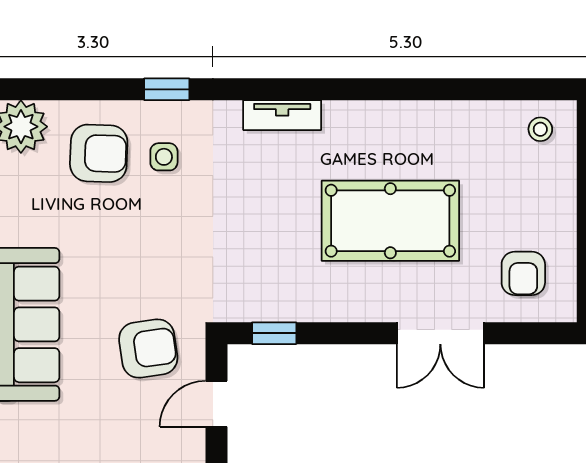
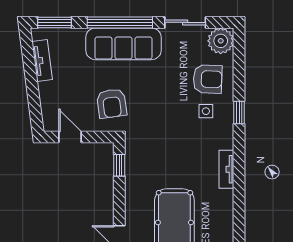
armchair: (99, 153) -> (208, 79), turned -90
door: (217, 404) -> (70, 137), moved

